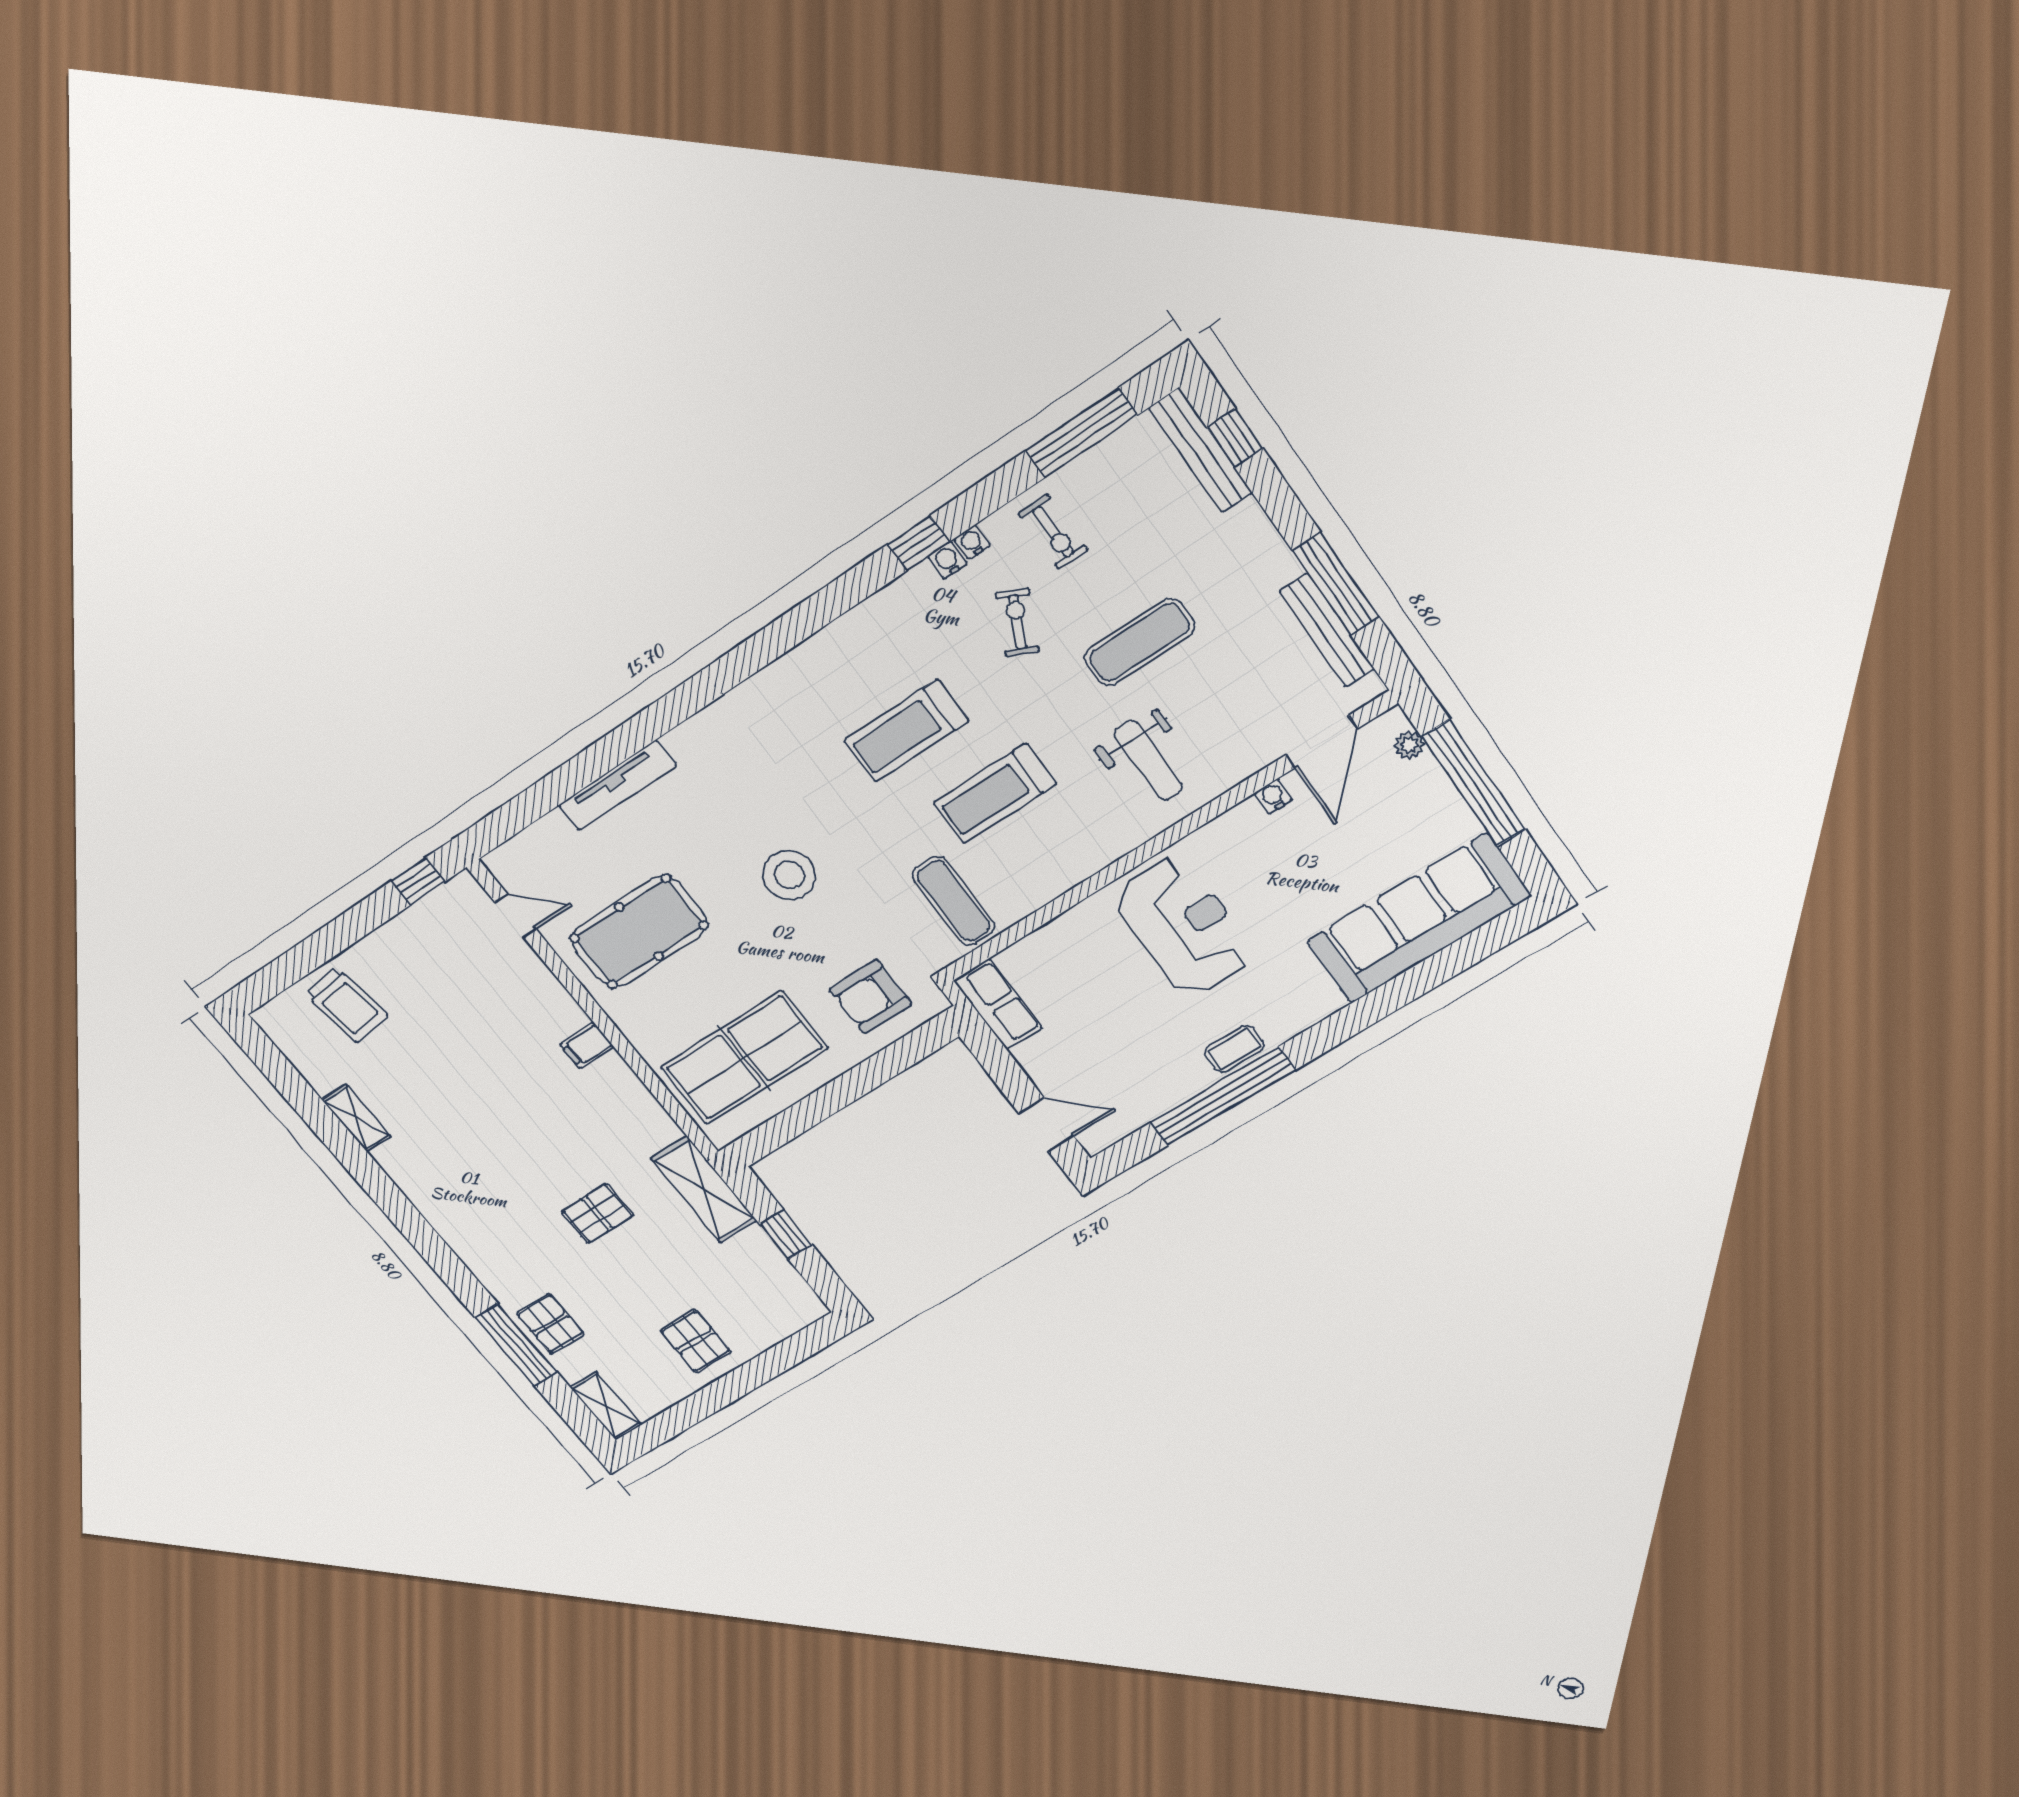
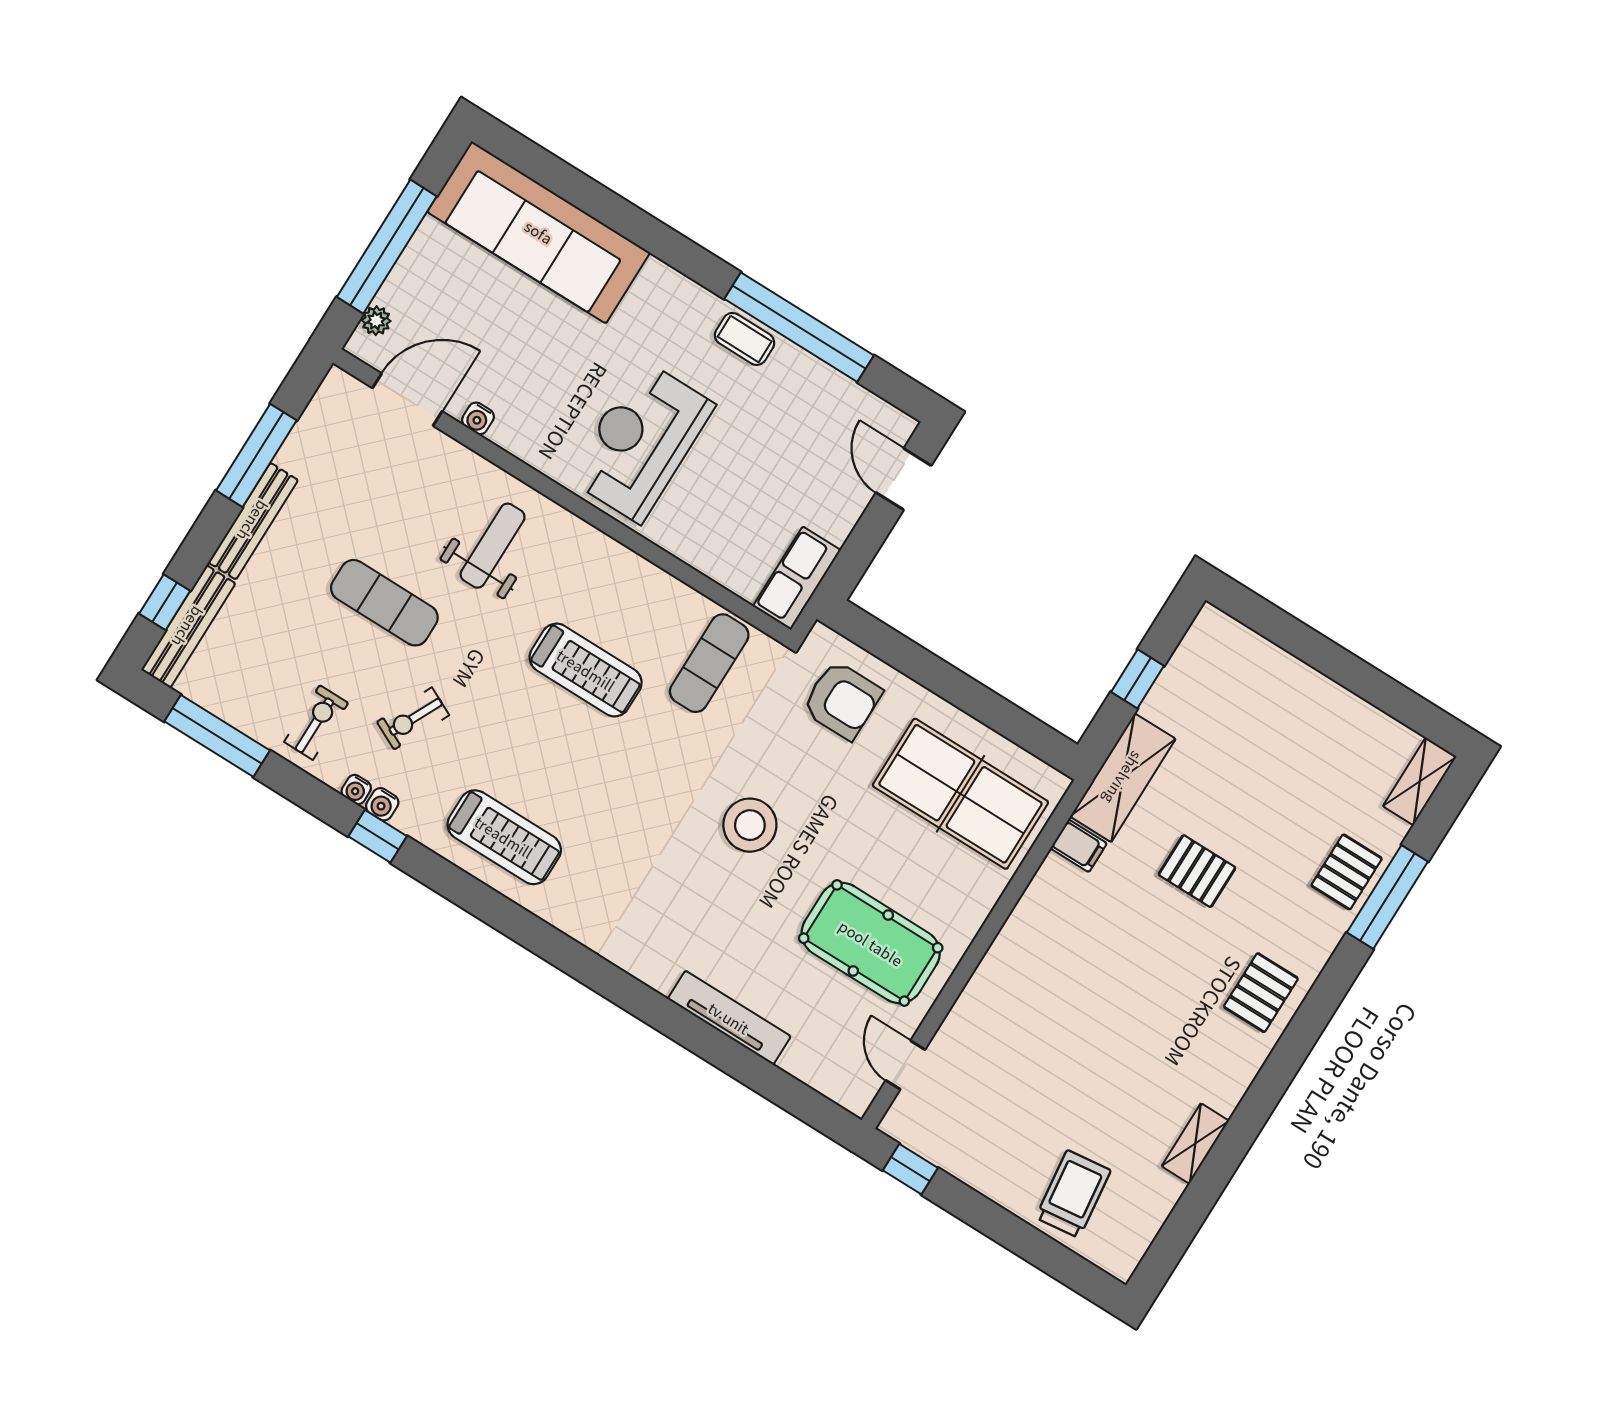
bench: (1327, 630) -> (253, 521), moved
treadmill: (906, 731) -> (504, 837), moved
filing cabinet: (587, 1046) -> (1079, 846), moved
pallet: (696, 1341) -> (1261, 993), moved

